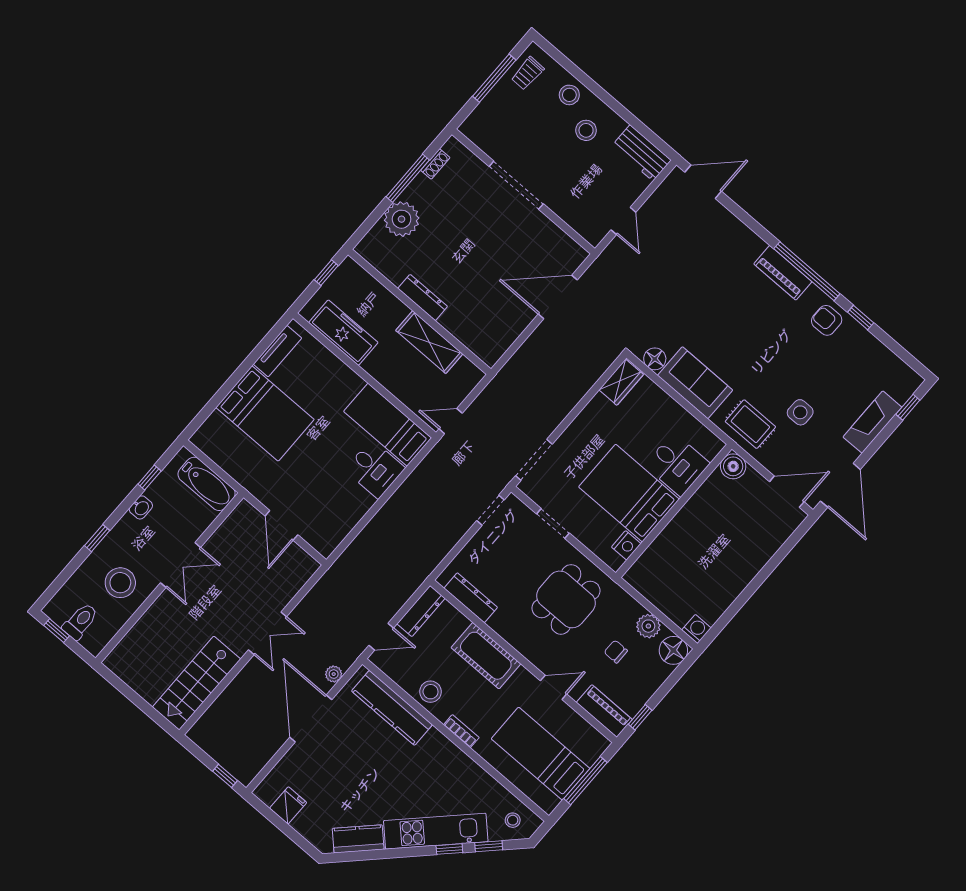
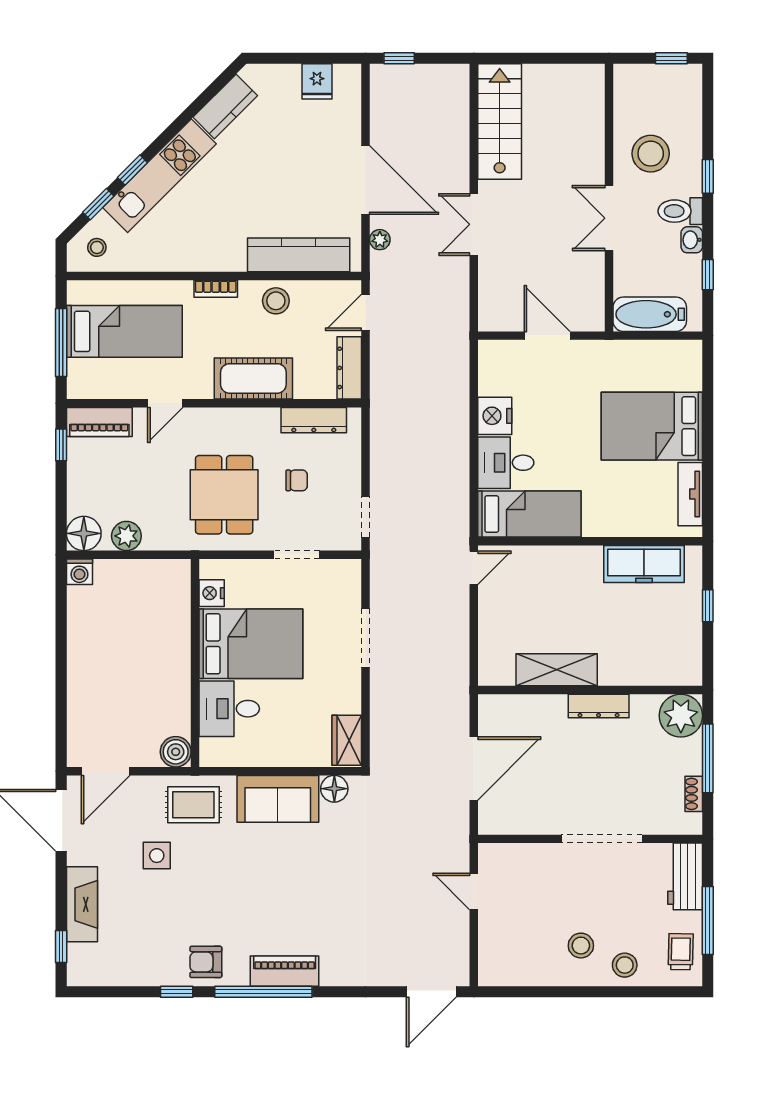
workbench: (642, 153) -> (685, 876), moved, turned -90
dresser: (423, 297) -> (599, 706), moved
wall: (419, 312) -> (590, 690), moved
armchair: (827, 320) -> (206, 962), turned 180
shelving: (429, 342) -> (557, 670), moved
doorway: (534, 460) -> (366, 638), moved
nightstand: (357, 504) -> (495, 416), added
toilet: (80, 621) -> (680, 211), moved, turned 90
chair: (616, 652) -> (297, 480), moved

